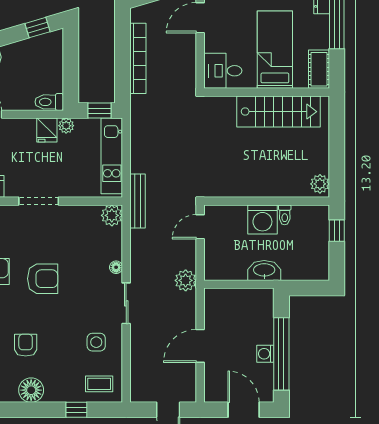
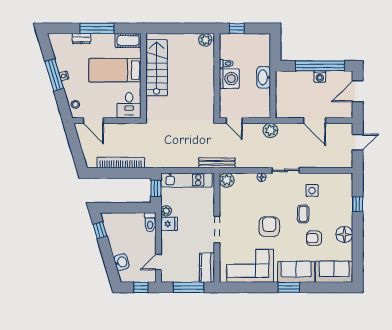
coffee table: (99, 384) -> (303, 214), moved

